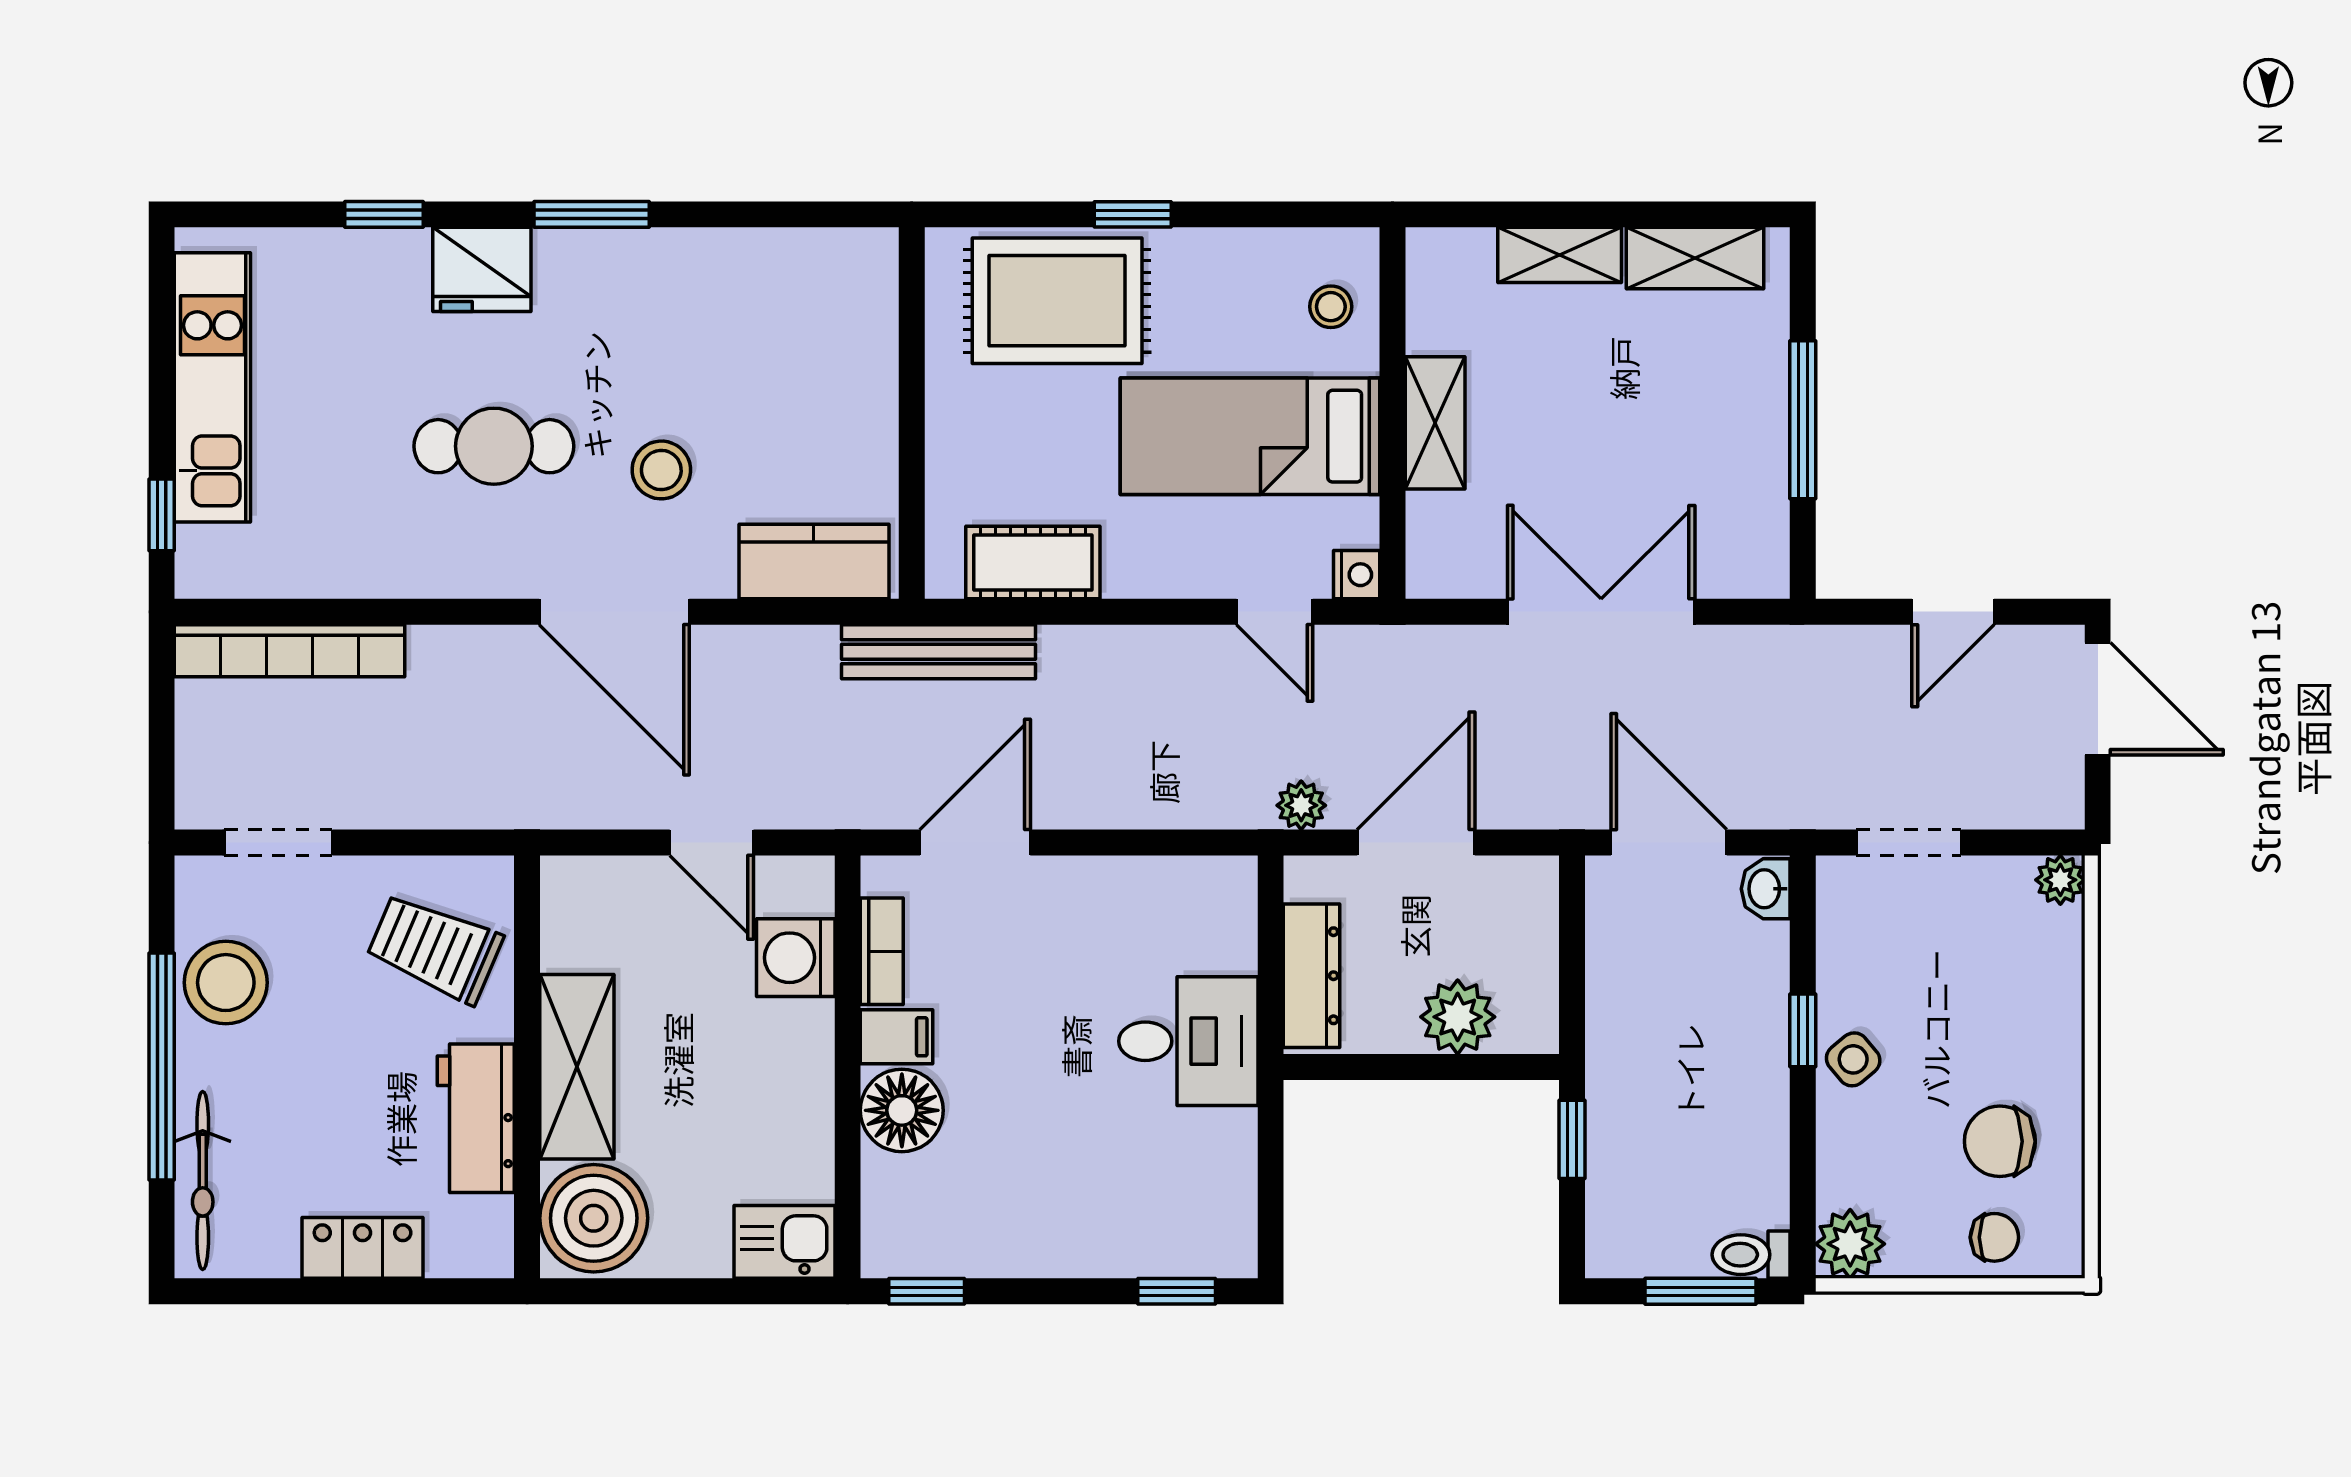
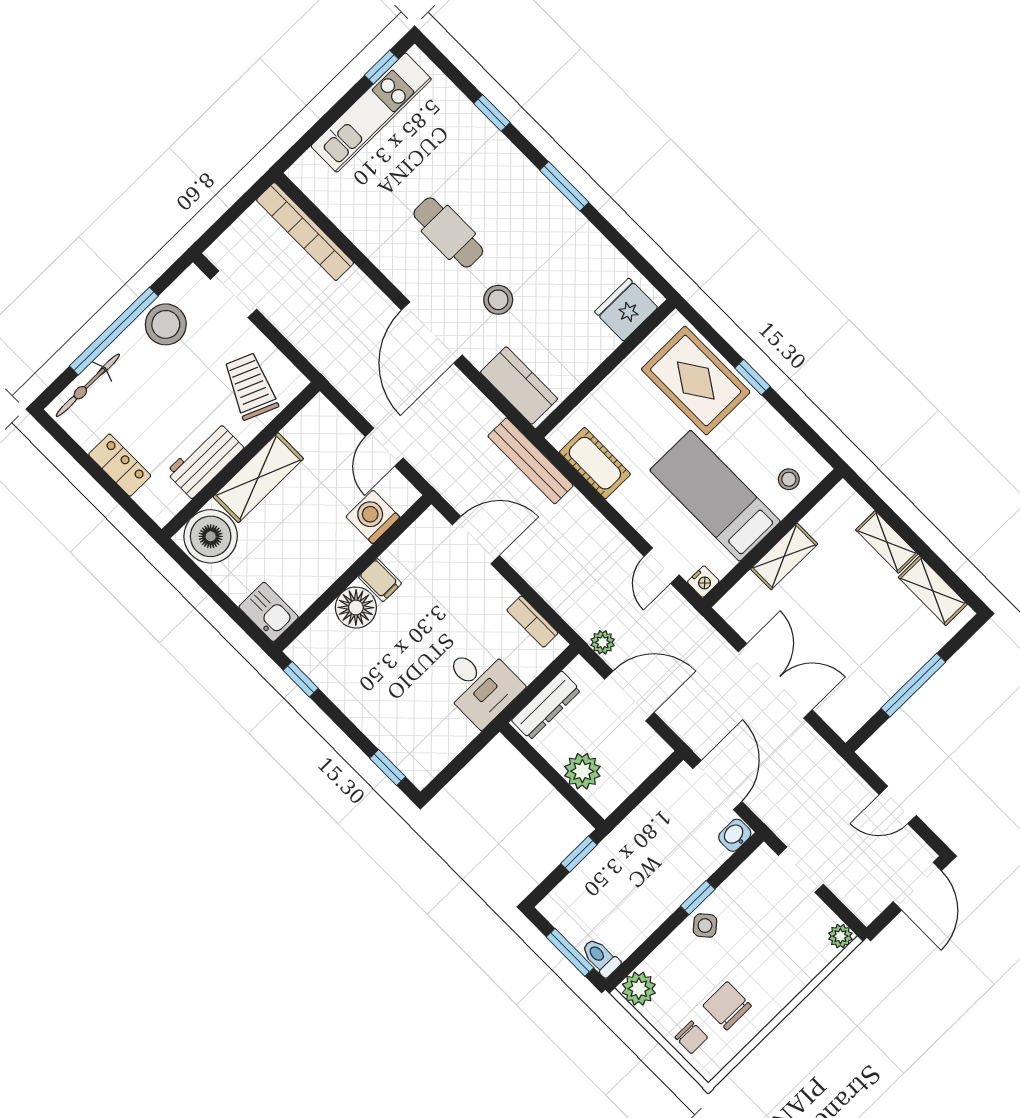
fridge: (482, 269) -> (626, 310), moved, turned 90
window: (162, 515) -> (382, 67), moved
bookcase: (882, 951) -> (532, 622), moved, turned 90

